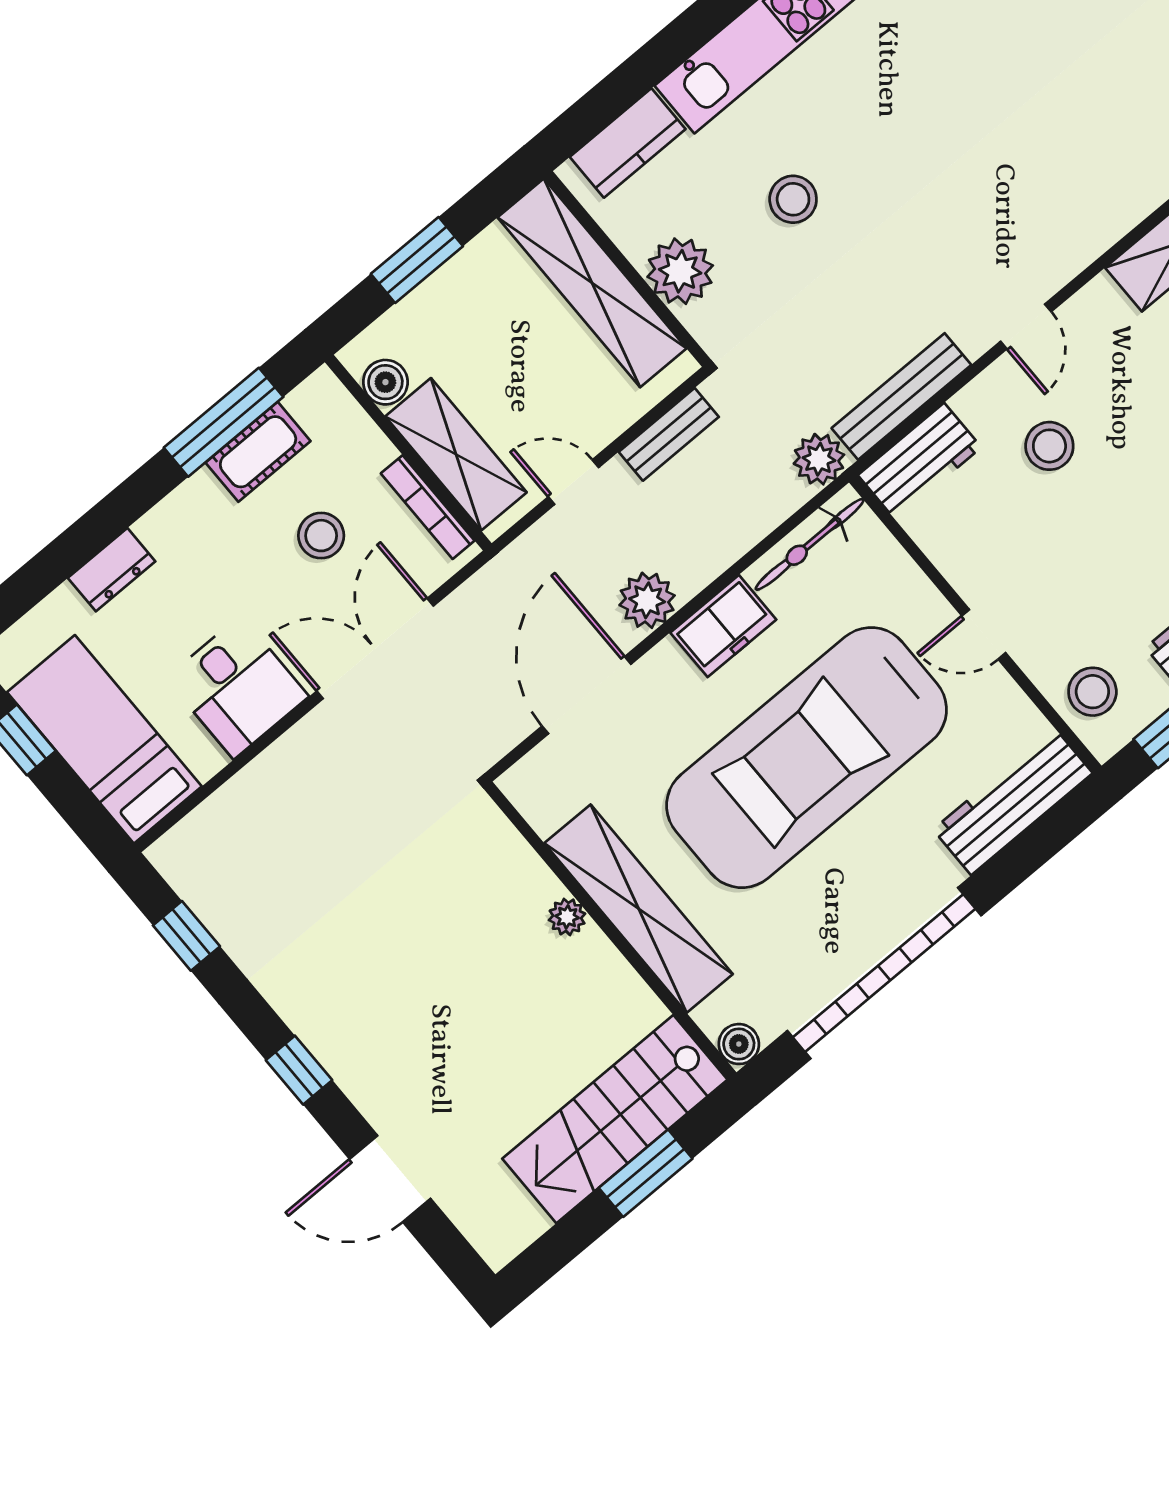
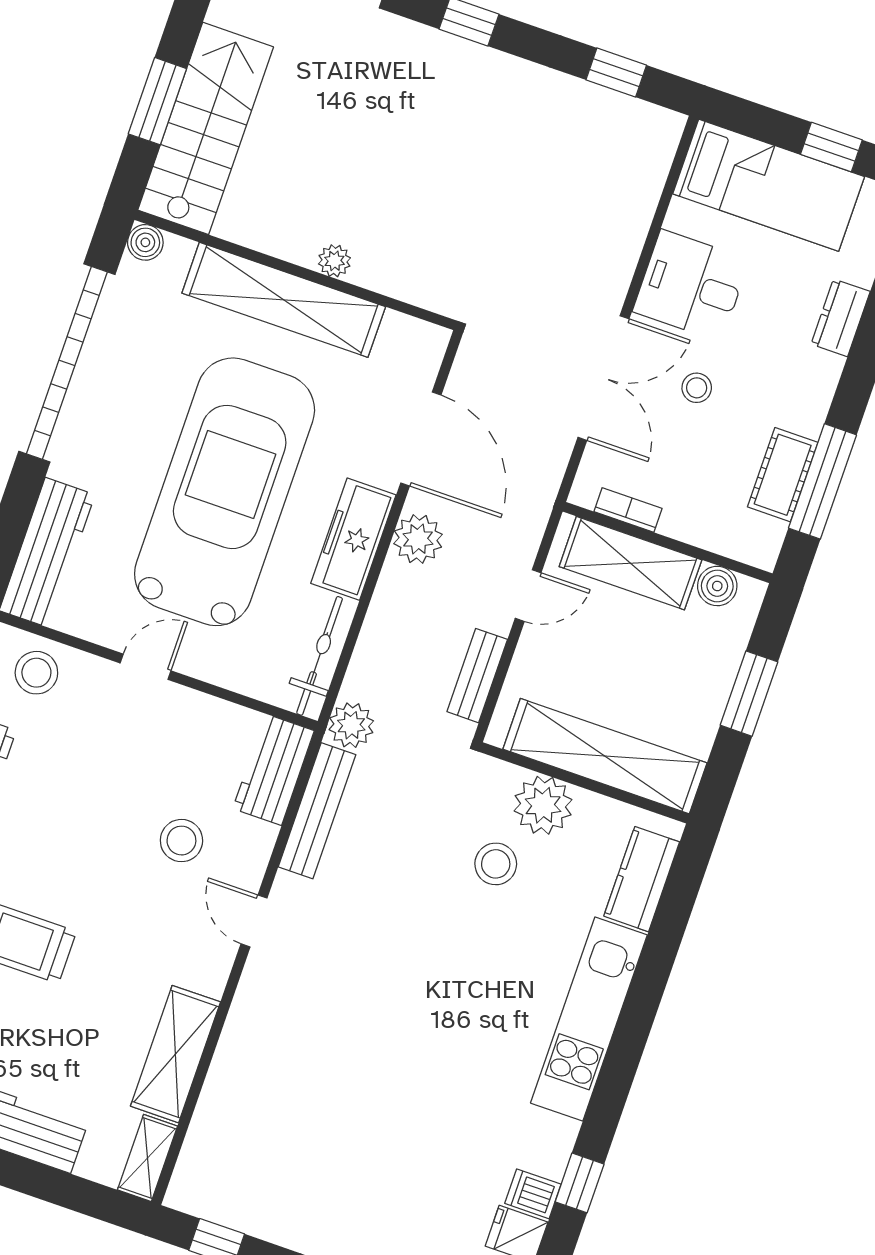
stool: (793, 199) -> (496, 864), moved
bookcase: (428, 507) -> (628, 510), width x0.64
stool: (321, 536) -> (697, 388), moved, width x0.73, depth x0.73
freezer: (723, 626) -> (353, 539), width x1.40

